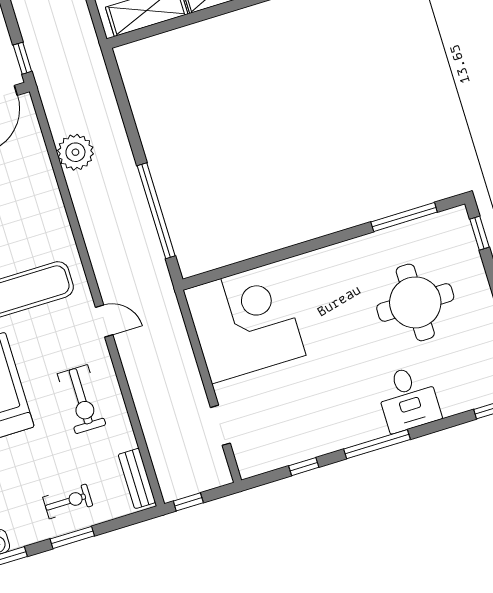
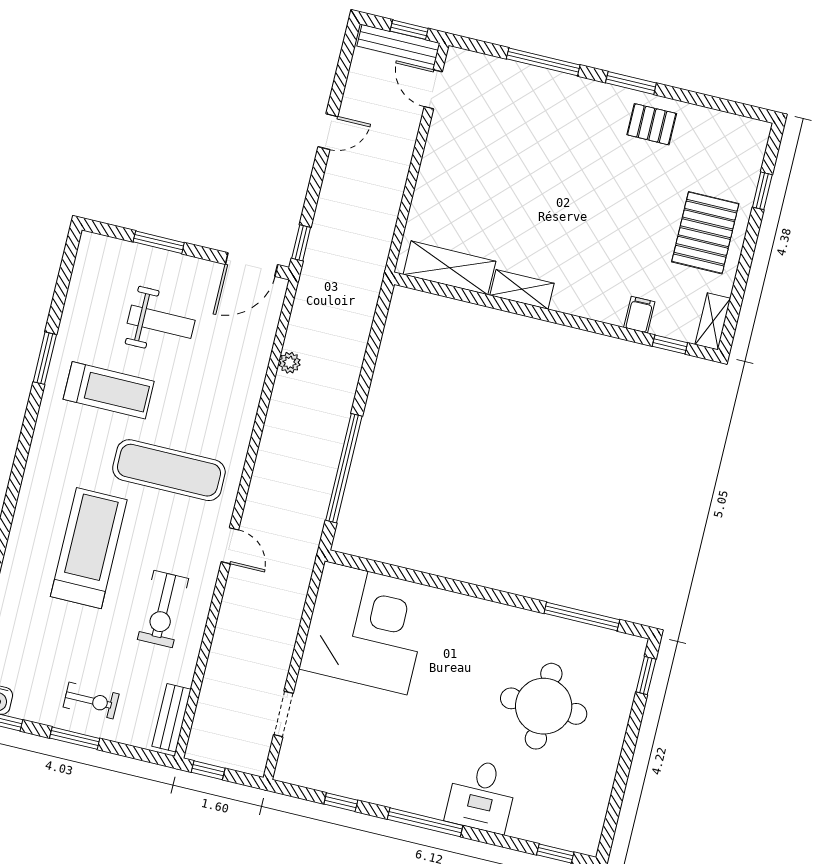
plant: (75, 152) -> (290, 363), width x0.53, depth x0.53

